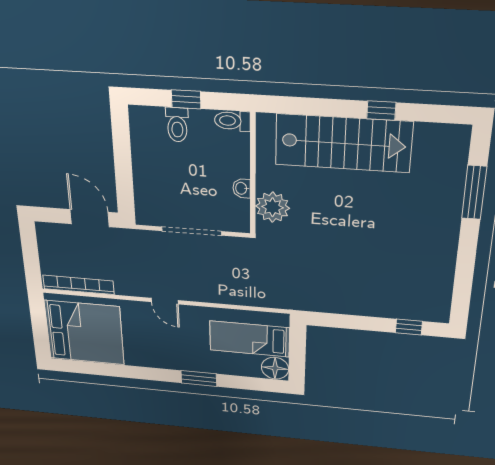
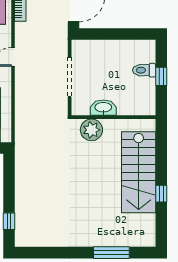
toilet: (232, 121) -> (149, 105), removed
washbasin: (242, 188) -> (103, 108), width x1.91, depth x1.45

